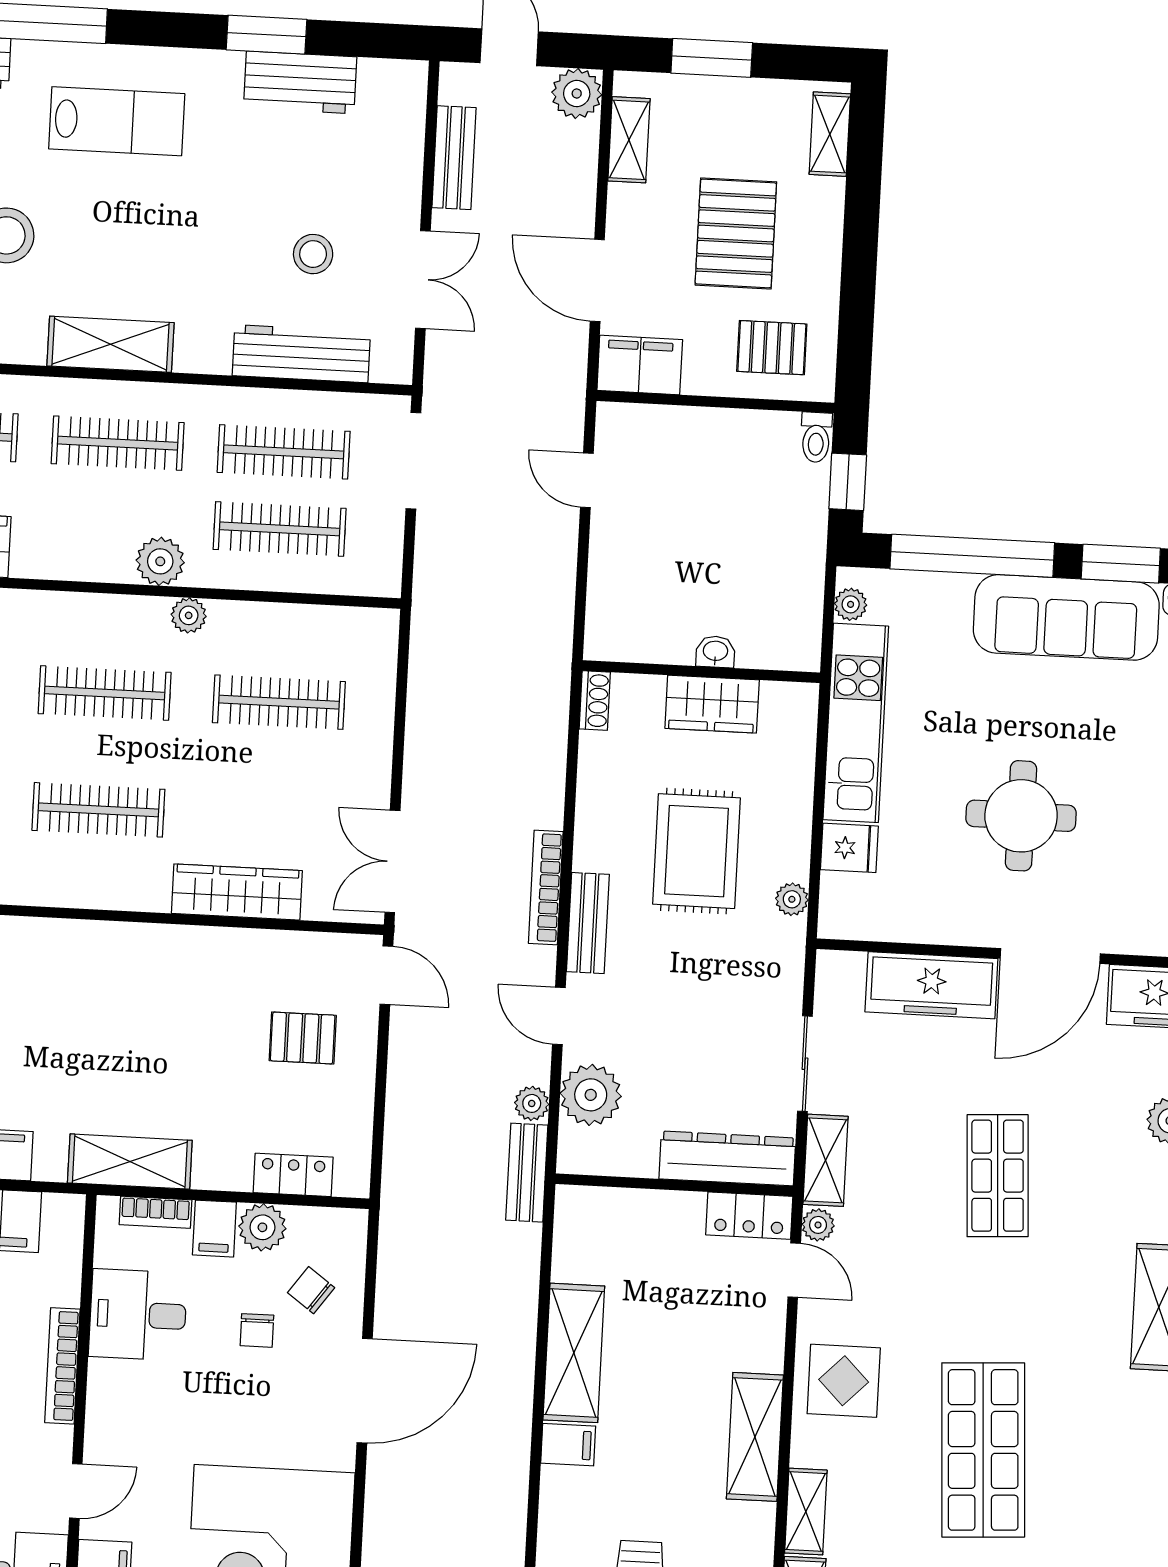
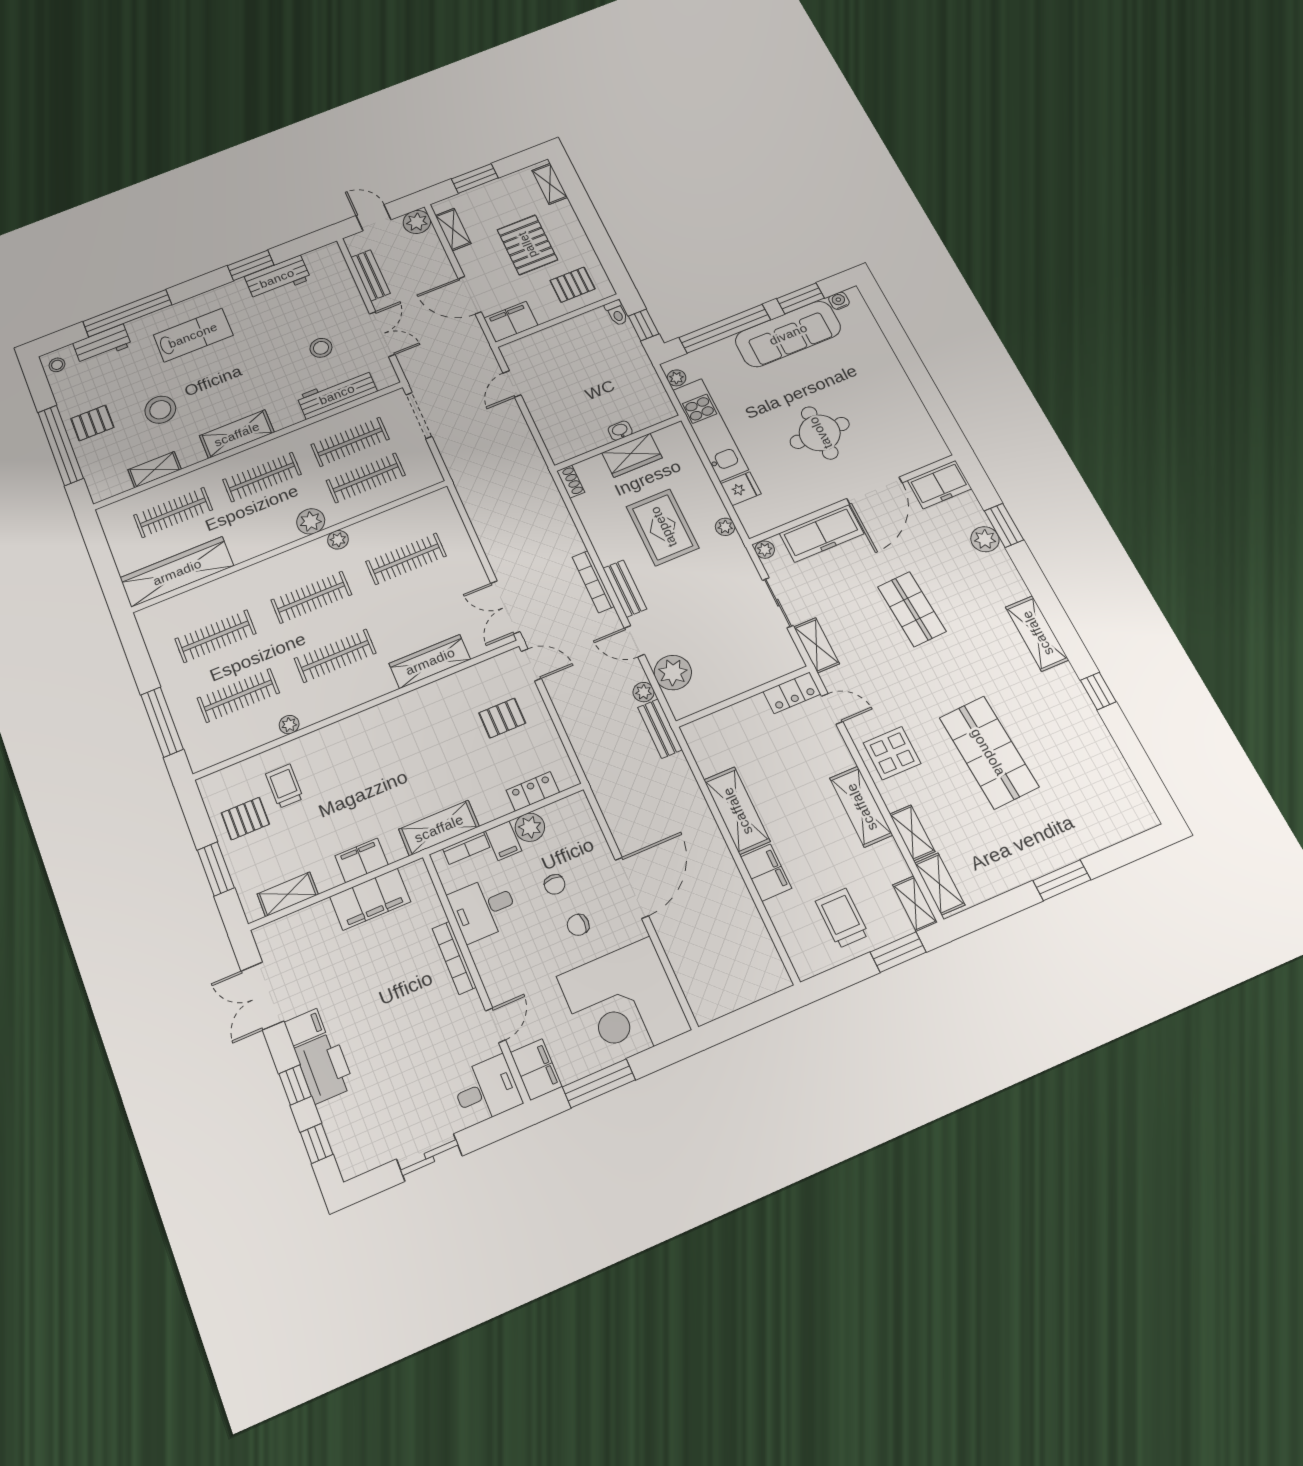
door: (587, 480) -> (512, 384), hinge flipped
dresser: (727, 1158) -> (764, 669), removed
plant: (818, 1225) -> (765, 550), moved
chair: (311, 1290) -> (578, 925), moved, turned -36
filing cabinet: (568, 1445) -> (766, 873), width x2.00

